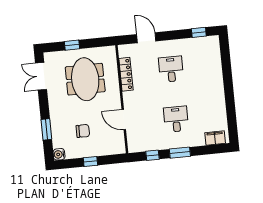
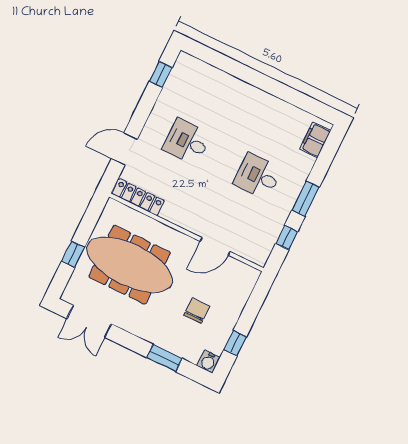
locker: (126, 74) -> (138, 197), moved
meeting table: (85, 79) -> (130, 265), width x1.36
window: (90, 161) -> (235, 343), moved

